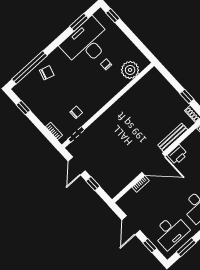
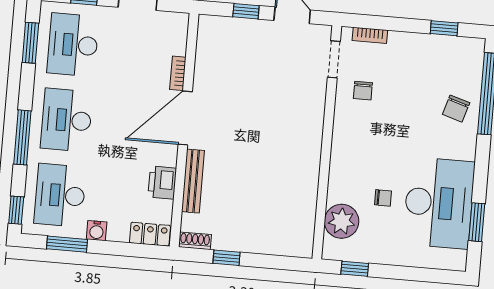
window: (113, 16) -> (355, 269), moved
printer: (177, 155) -> (162, 183), moved

